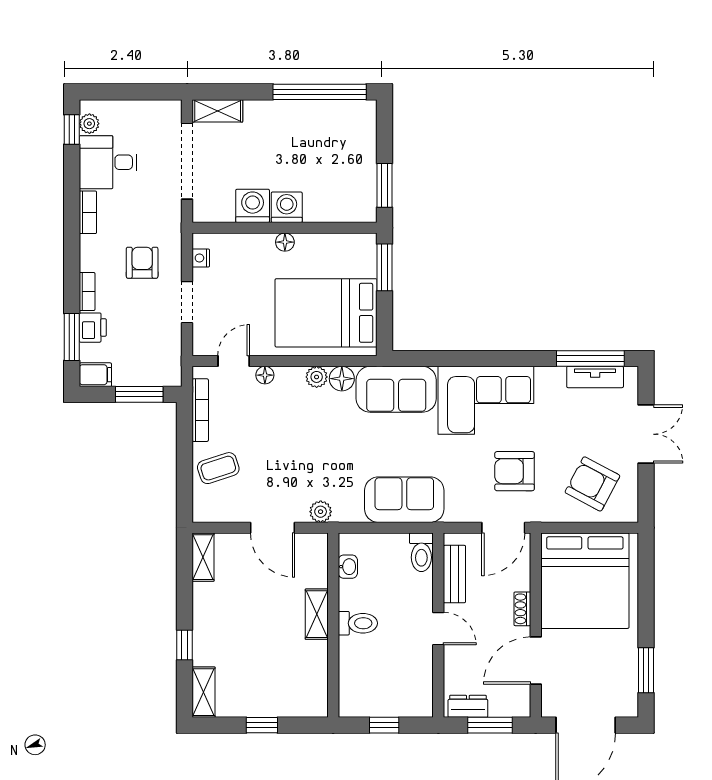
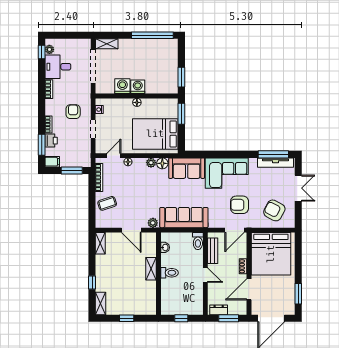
tv unit: (595, 377) -> (276, 163), width x1.41
sofa: (404, 500) -> (184, 218), width x1.36

